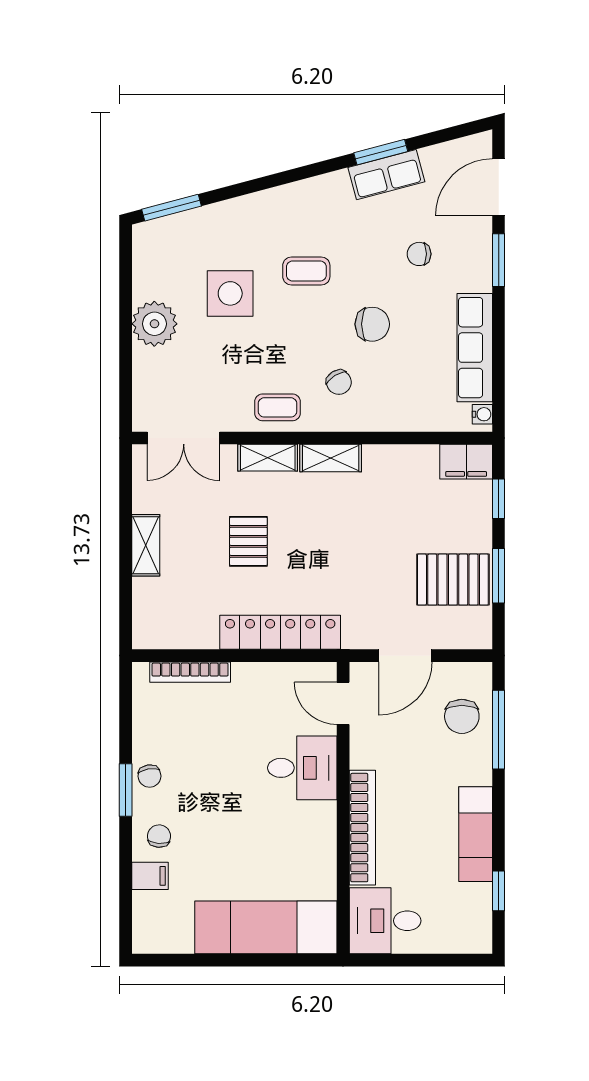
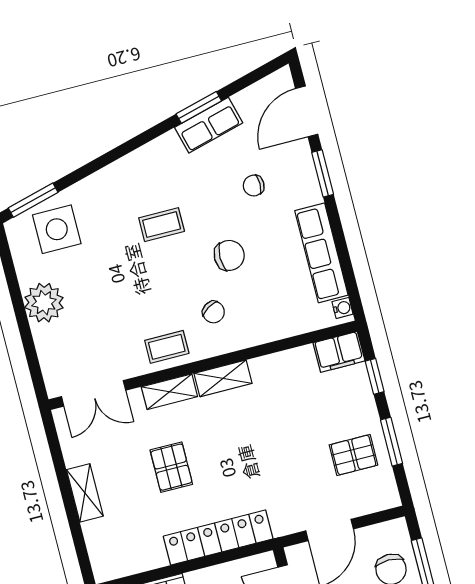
side table: (230, 293) -> (57, 229), moved
pallet: (453, 580) -> (354, 455), width x0.67, depth x0.71

